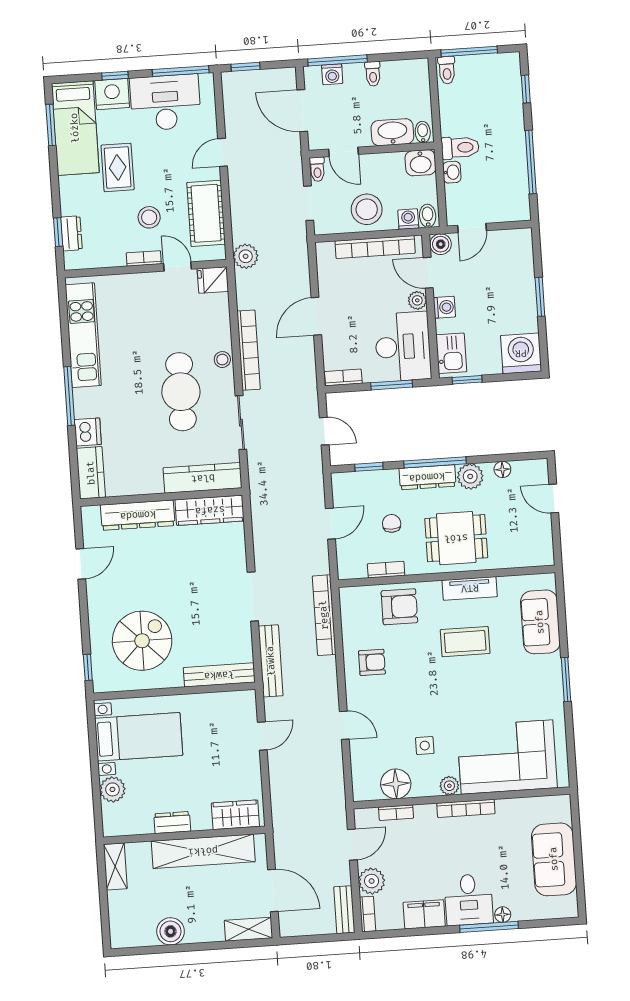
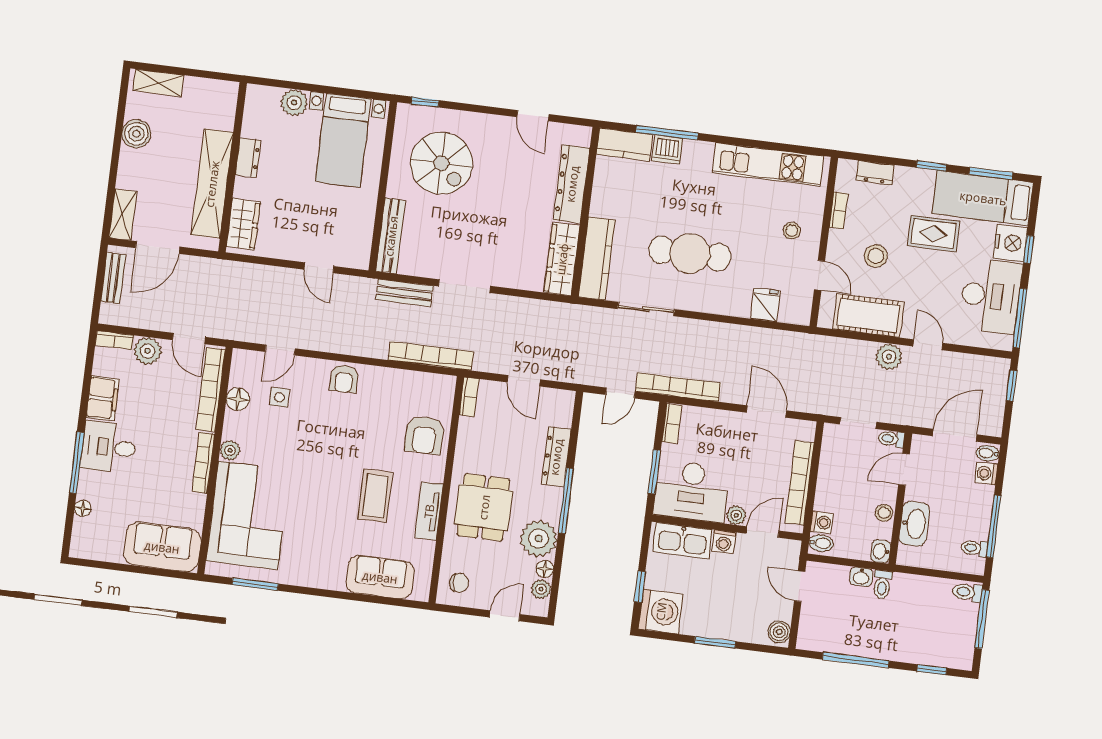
window: (337, 60) -> (994, 526), moved
toilet: (373, 74) -> (974, 548), moved
bidet: (423, 132) -> (988, 453), moved, turned 180
toilet: (460, 148) -> (882, 584), width x0.73, depth x0.72
washbasin: (420, 163) -> (881, 551), width x0.72, depth x0.69
stool: (367, 209) -> (884, 513), moved, width x0.53, depth x0.53
window: (58, 232) -> (932, 166), moved
boiler: (441, 244) -> (779, 632), moved
plant: (246, 256) -> (889, 357), moved
bookcase: (144, 258) -> (839, 210), moved
door: (178, 266) -> (820, 275), hinge flipped
fridge: (213, 280) -> (765, 305), moved
door: (316, 316) -> (766, 411), moved
bookcase: (249, 350) -> (678, 387), moved, turned 180
kitchen sink: (451, 353) -> (682, 541), width x1.38
stool: (222, 360) -> (792, 231), moved
window: (467, 380) -> (640, 587), moved
window: (69, 396) -> (667, 133), moved
window: (369, 467) -> (575, 432), removed
plant: (522, 469) -> (541, 589), added
plant: (470, 476) -> (539, 539), width x1.36, depth x1.36
dresser: (427, 477) -> (556, 457), moved
chair: (392, 523) -> (459, 583), moved
bookcase: (386, 570) -> (469, 397), moved
bench: (271, 661) -> (404, 293), width x0.73
armchair: (372, 662) -> (344, 379), moved
window: (566, 680) -> (255, 584), moved
door: (344, 725) -> (280, 350), moved
side table: (425, 746) -> (279, 397), moved
floor lamp: (396, 784) -> (238, 399), width x0.73, depth x0.73
bookcase: (396, 813) -> (211, 390), width x2.31, depth x1.31
sofa: (554, 859) -> (162, 547), moved
shelving: (115, 866) -> (158, 83), moved
bench: (344, 910) -> (113, 278), moved, turned 90
floor lamp: (503, 915) -> (83, 508), moved

